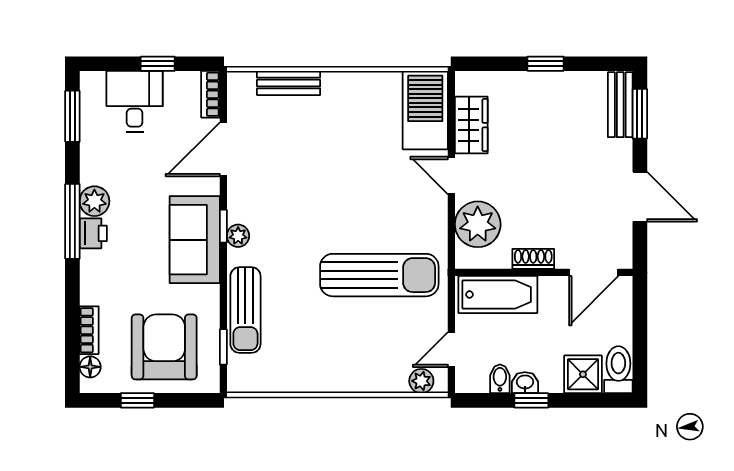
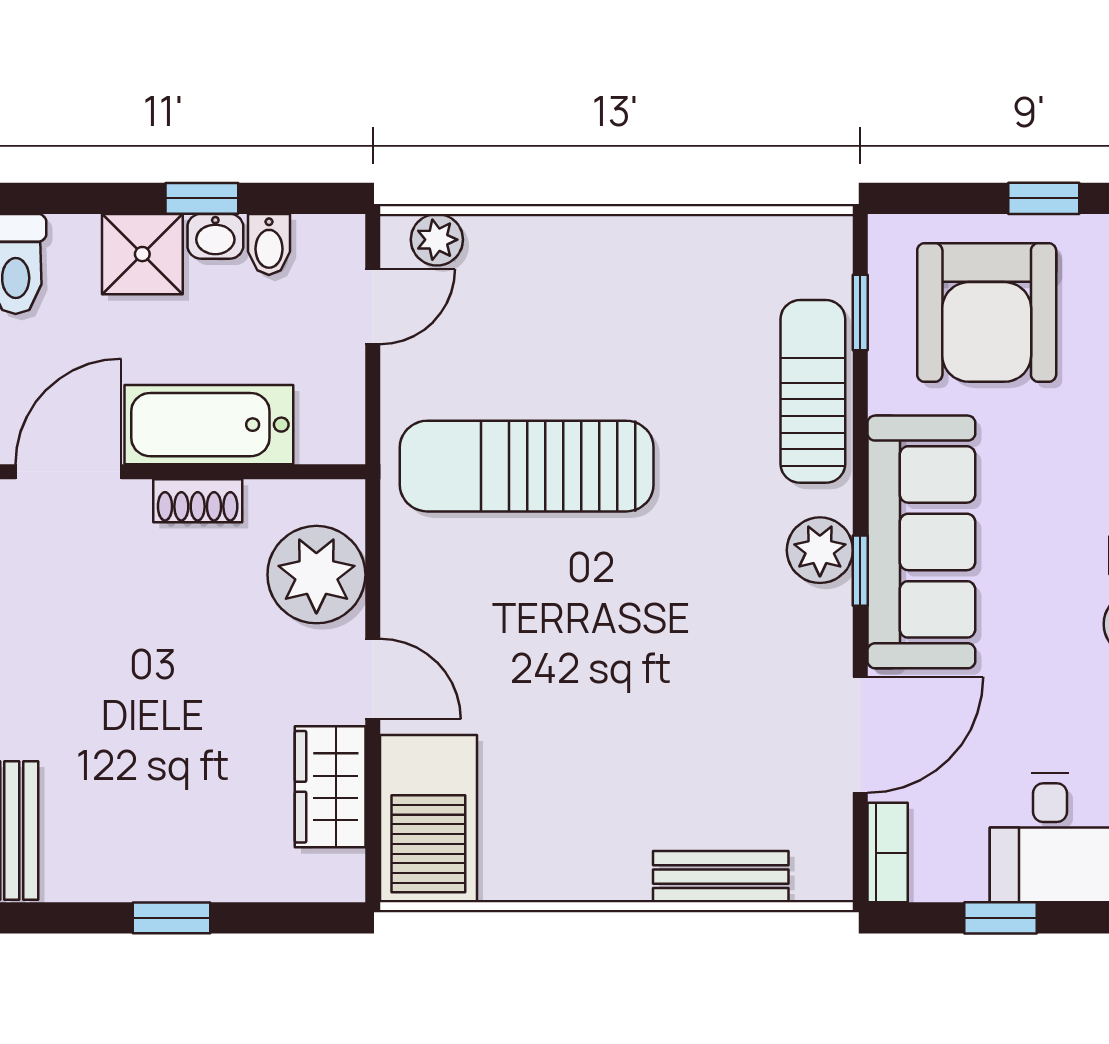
plant: (238, 236) -> (820, 550), width x1.38, depth x1.38
sofa: (195, 240) -> (921, 542), width x1.36
bathtub: (498, 295) -> (209, 425), moved
shower: (583, 374) -> (142, 254), moved

